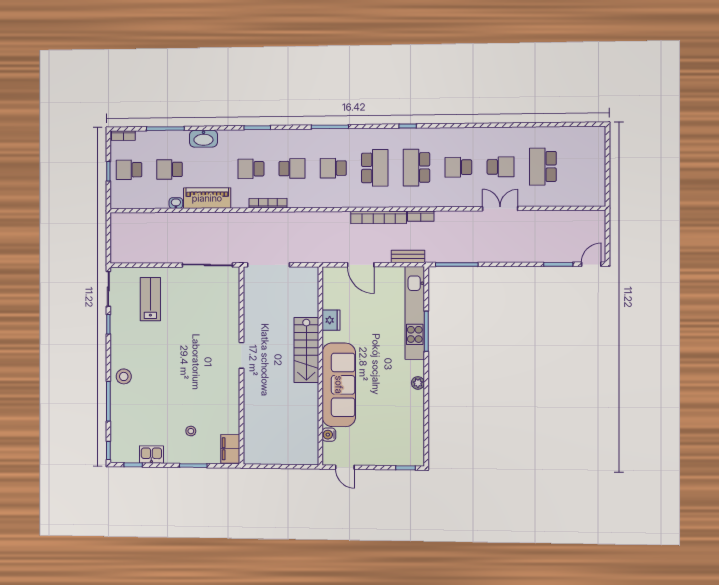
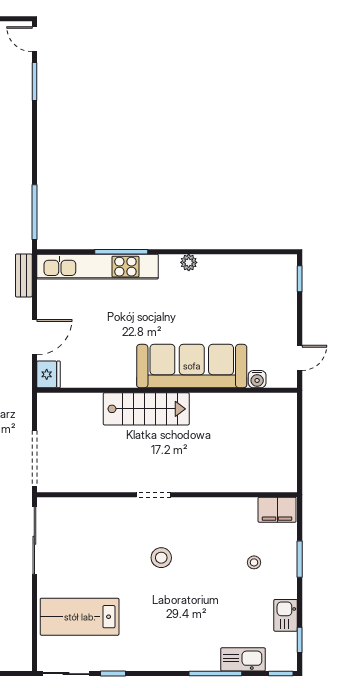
lab bench: (150, 299) -> (80, 617), width x1.36, depth x1.39
fridge: (331, 320) -> (48, 374), moved, turned 90
stool: (124, 376) -> (161, 558), moved
kitchen sink: (119, 422) -> (243, 659), added

